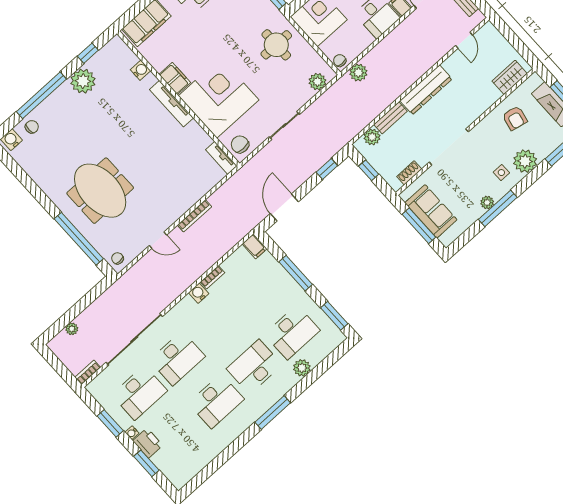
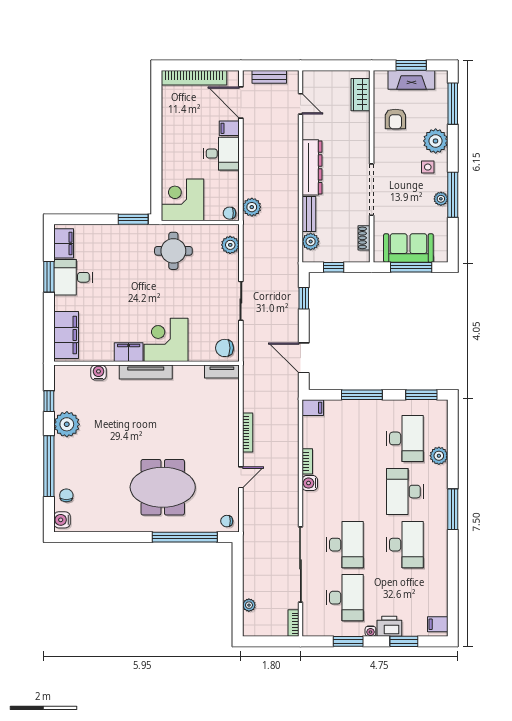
corner desk: (219, 98) -> (166, 340), width x0.74, depth x0.74
armchair: (515, 118) -> (395, 119), turned 78
filing cabinet: (181, 476) -> (438, 624), added

